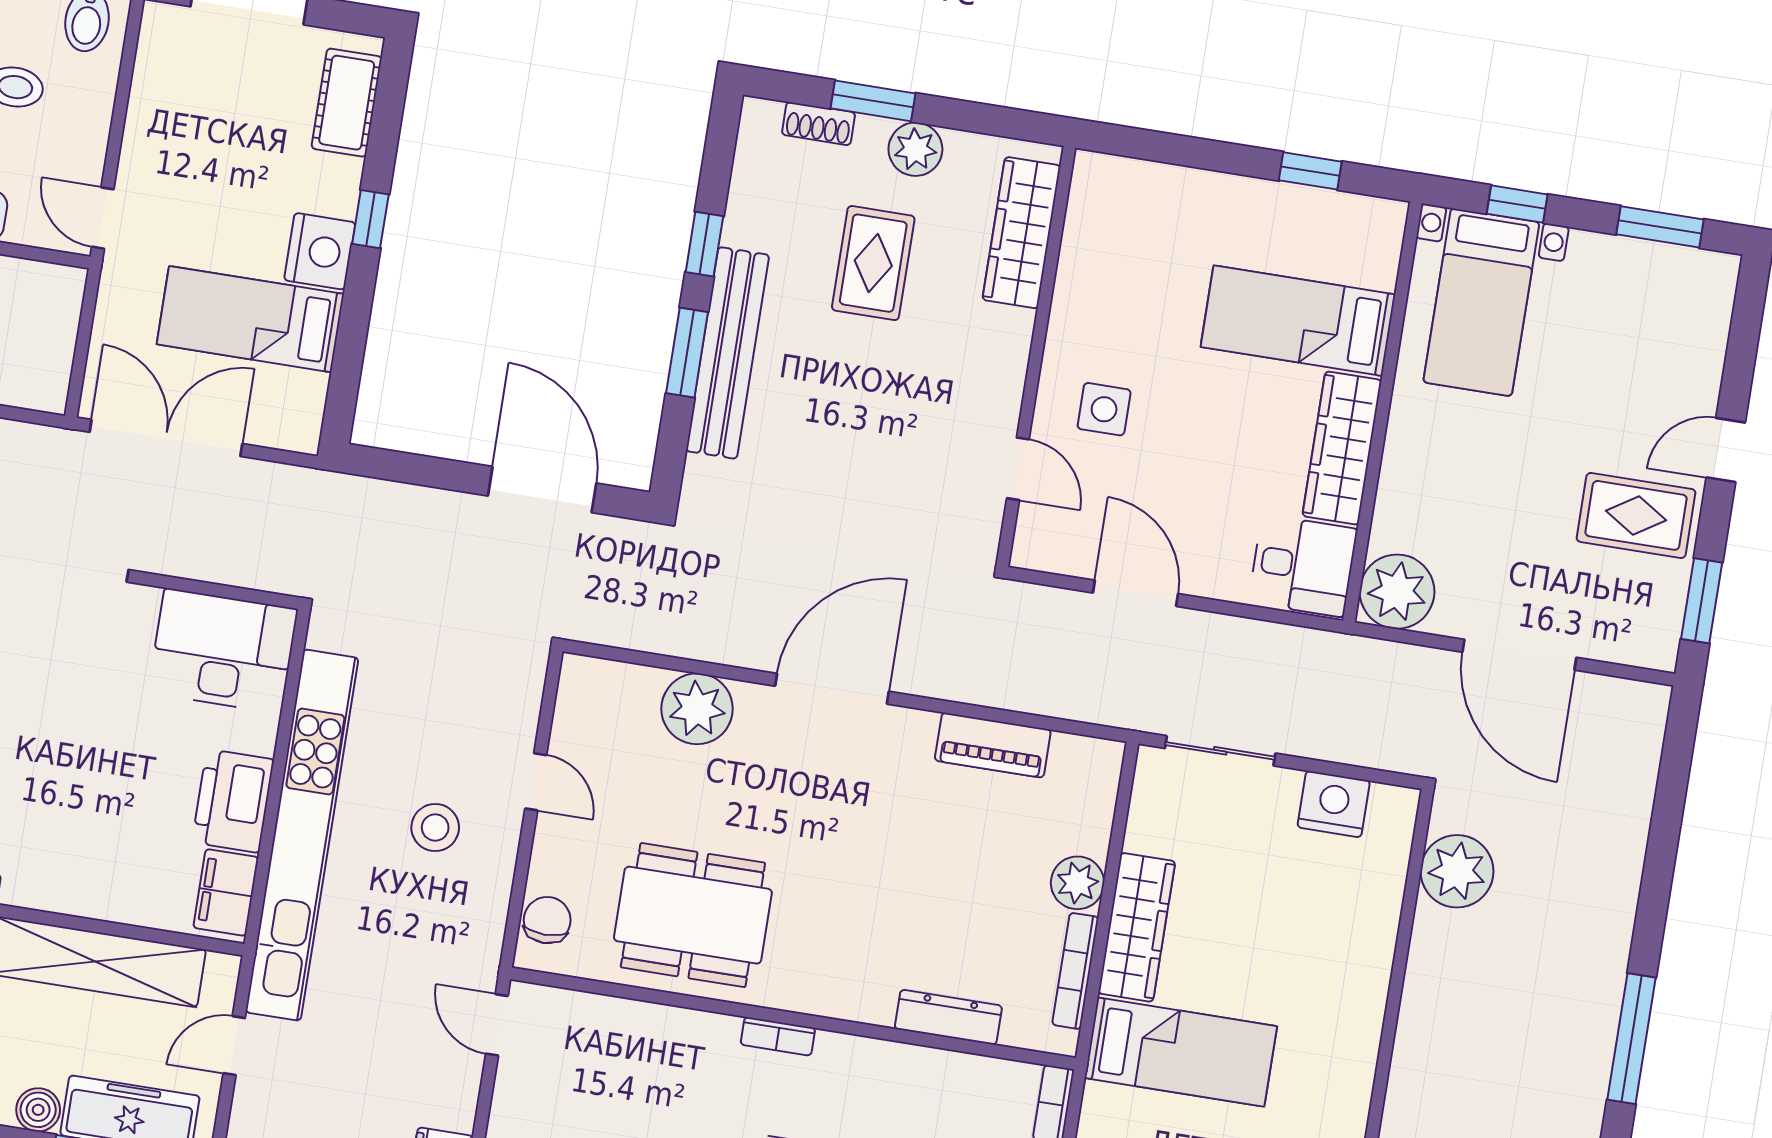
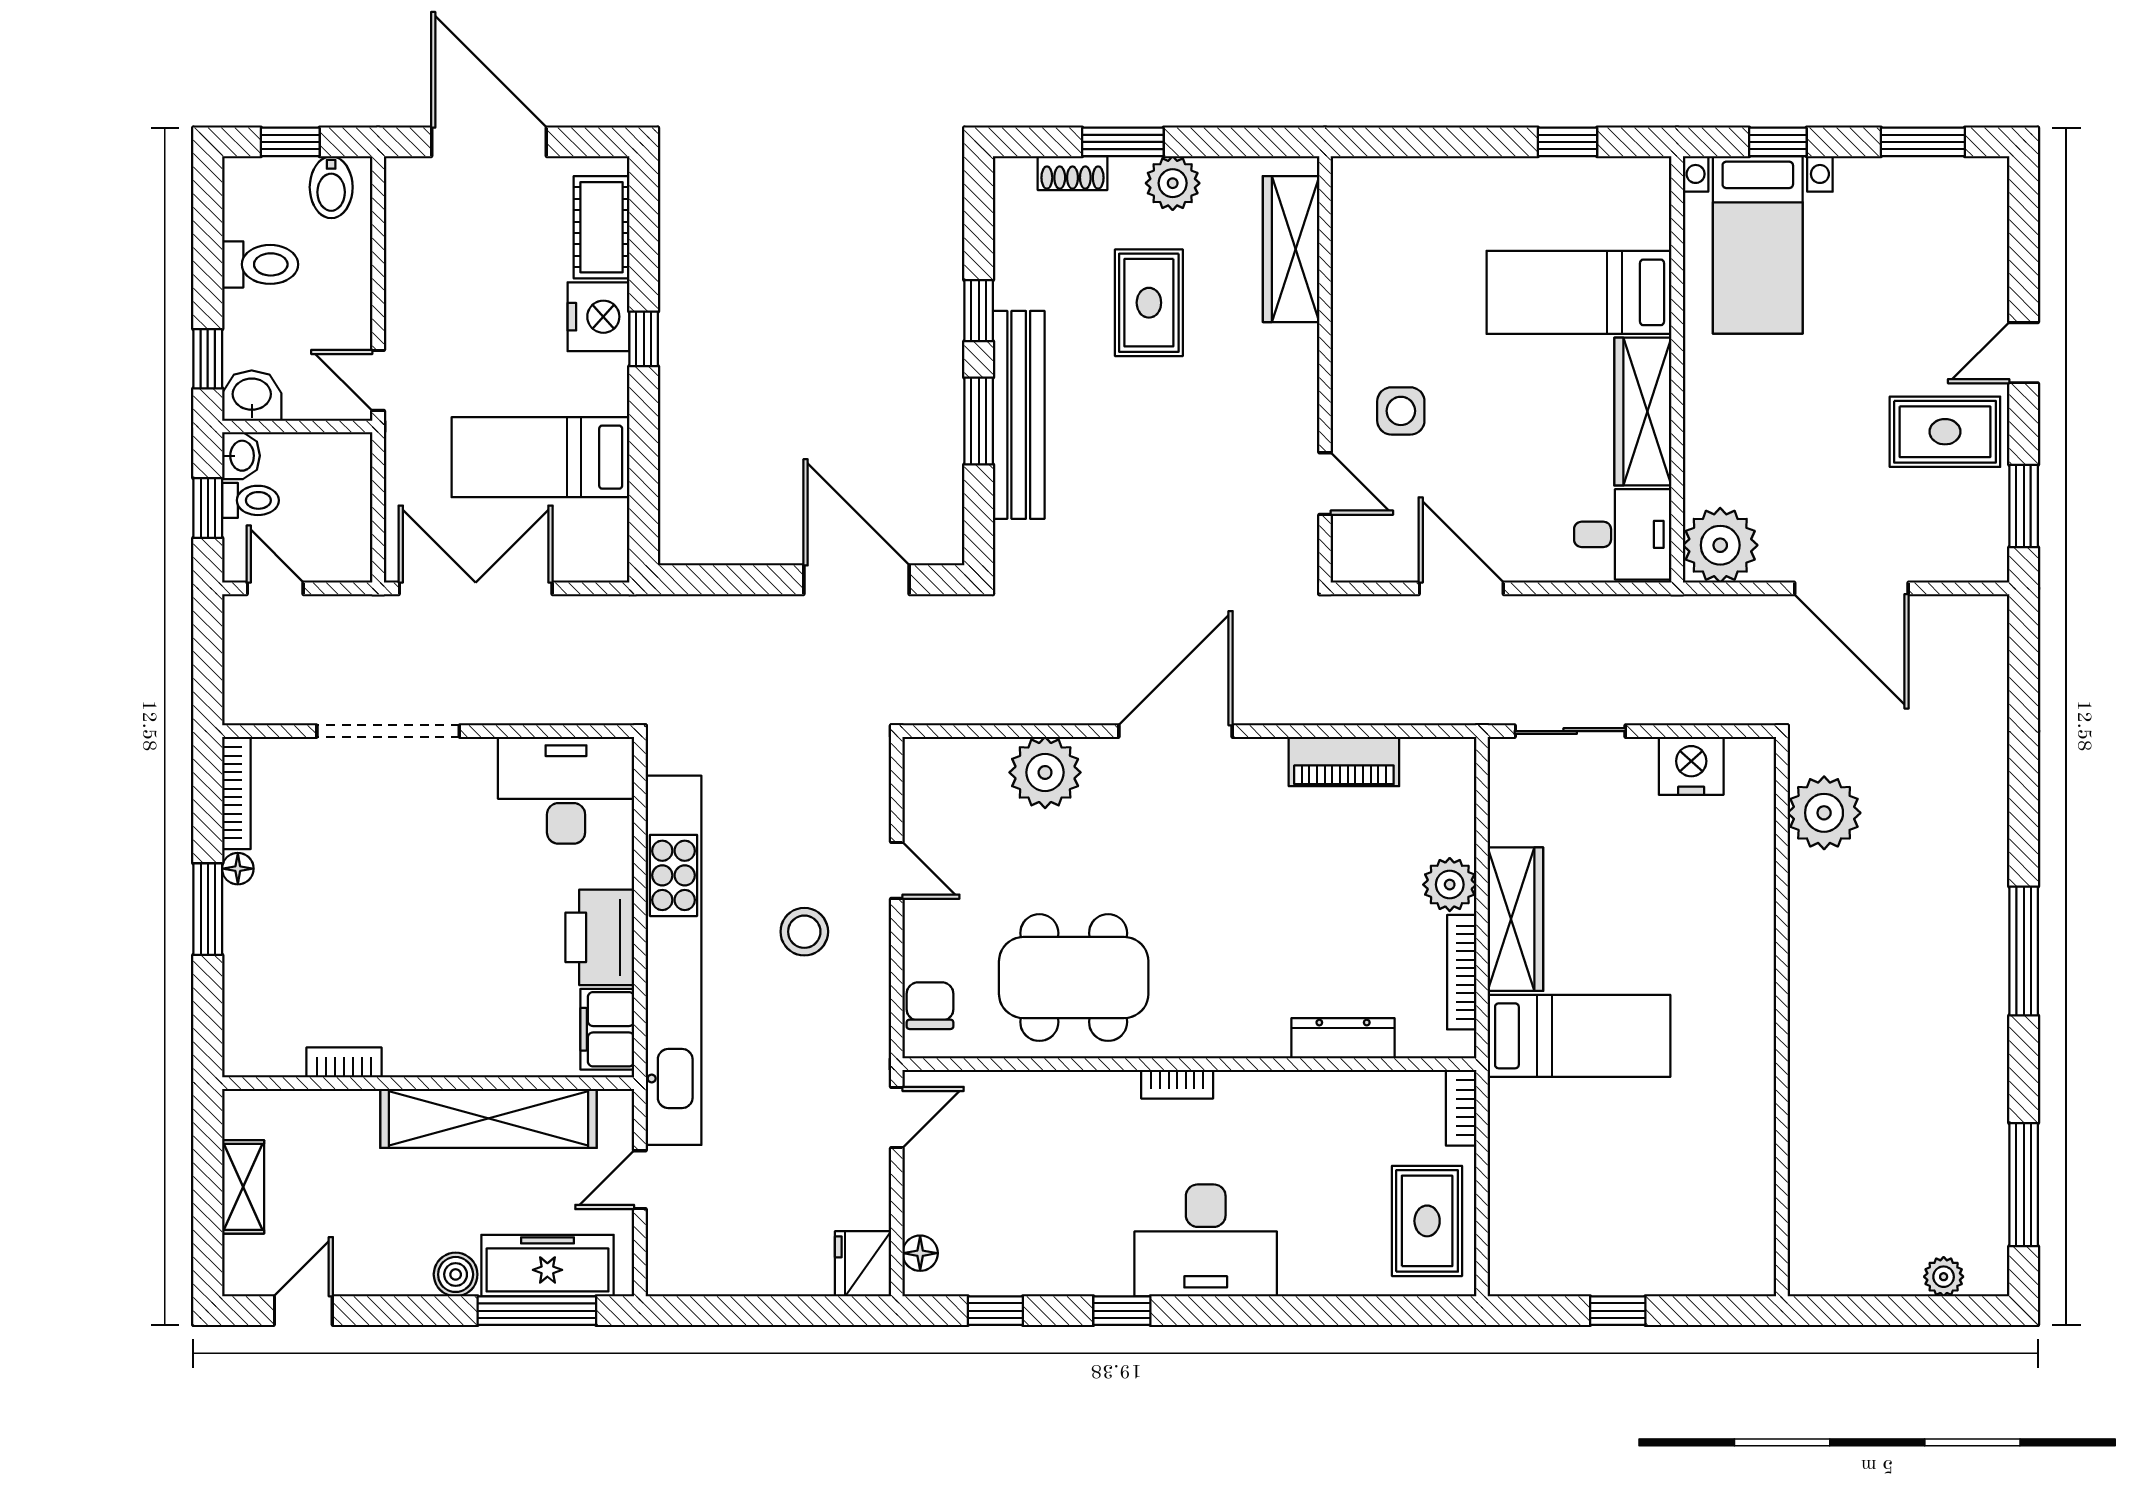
nightstand: (320, 251) -> (598, 317), moved
door: (497, 1025) -> (897, 1117), swing flipped

